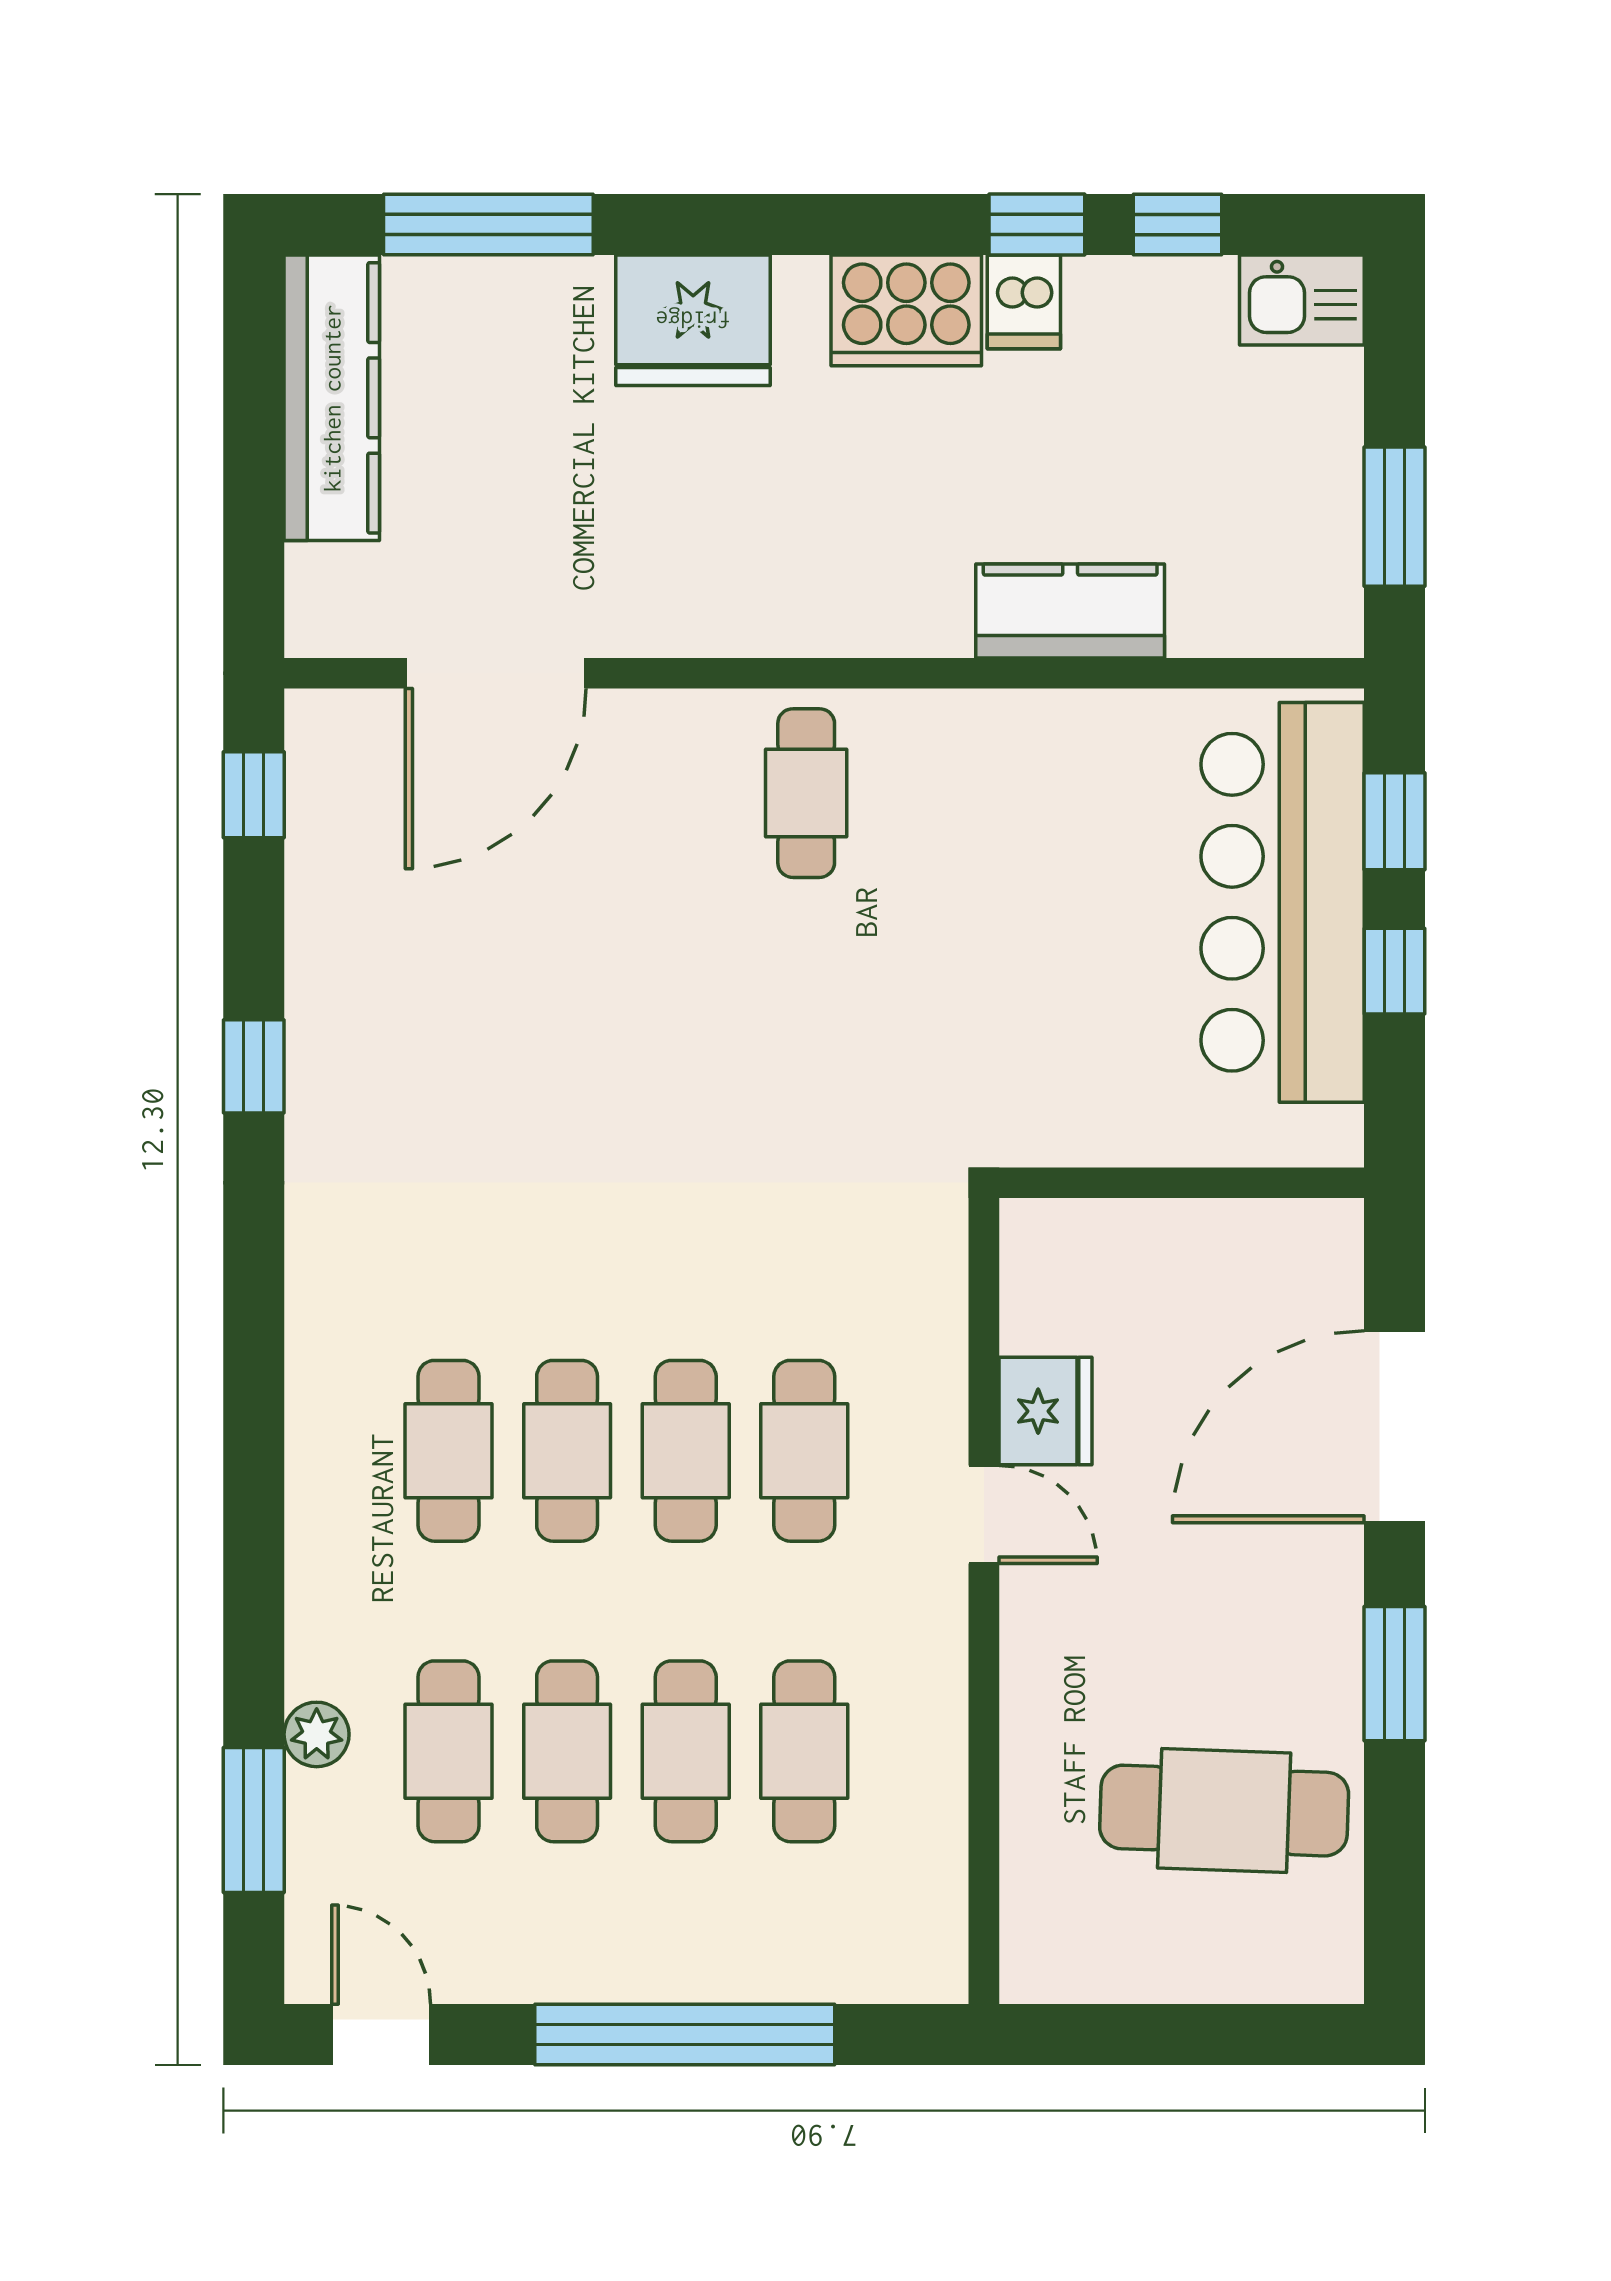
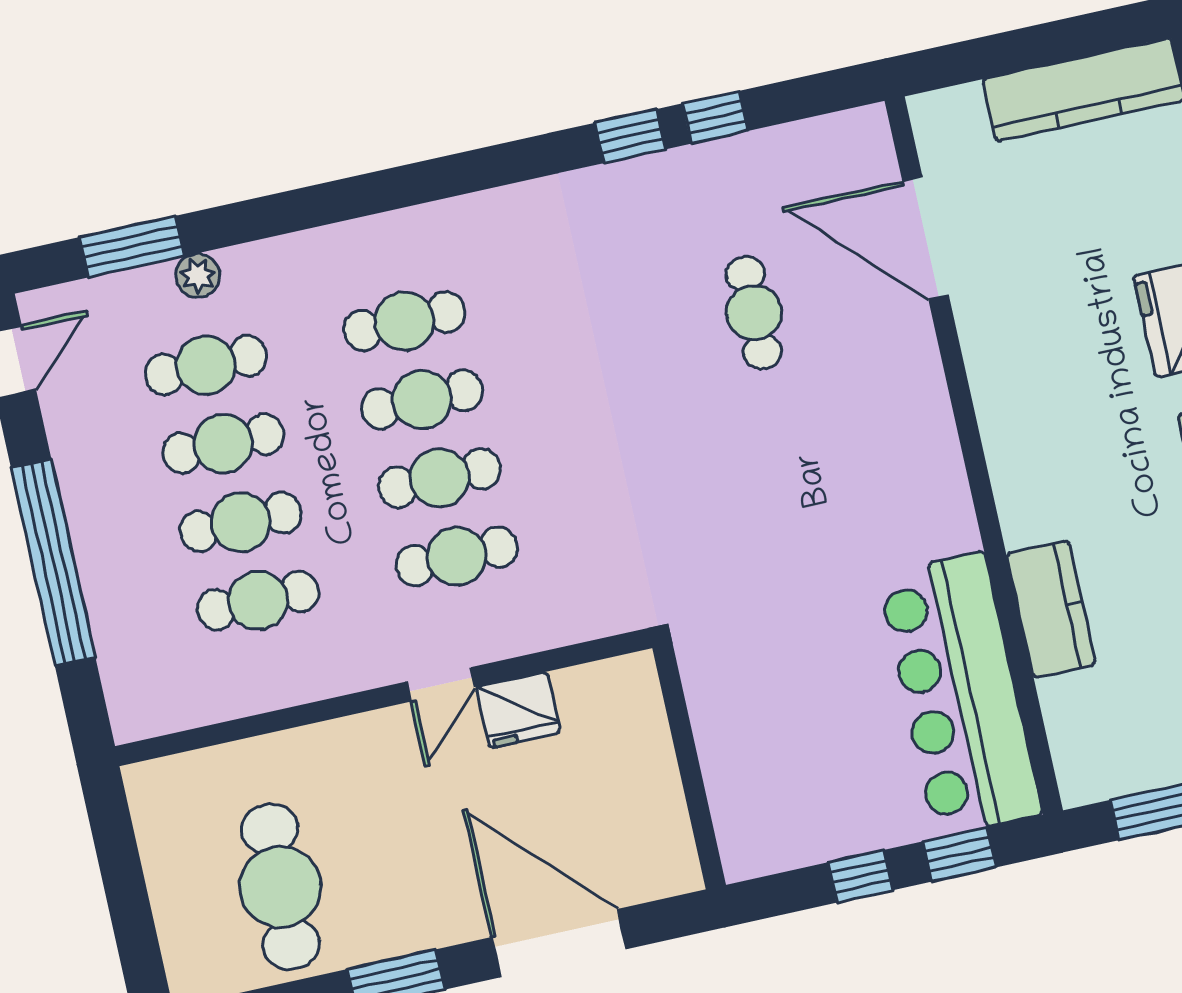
cafe table: (806, 793) -> (754, 313), moved, turned 90
window: (254, 795) -> (715, 117), moved
bar counter: (1283, 902) -> (960, 694), moved, turned -90

